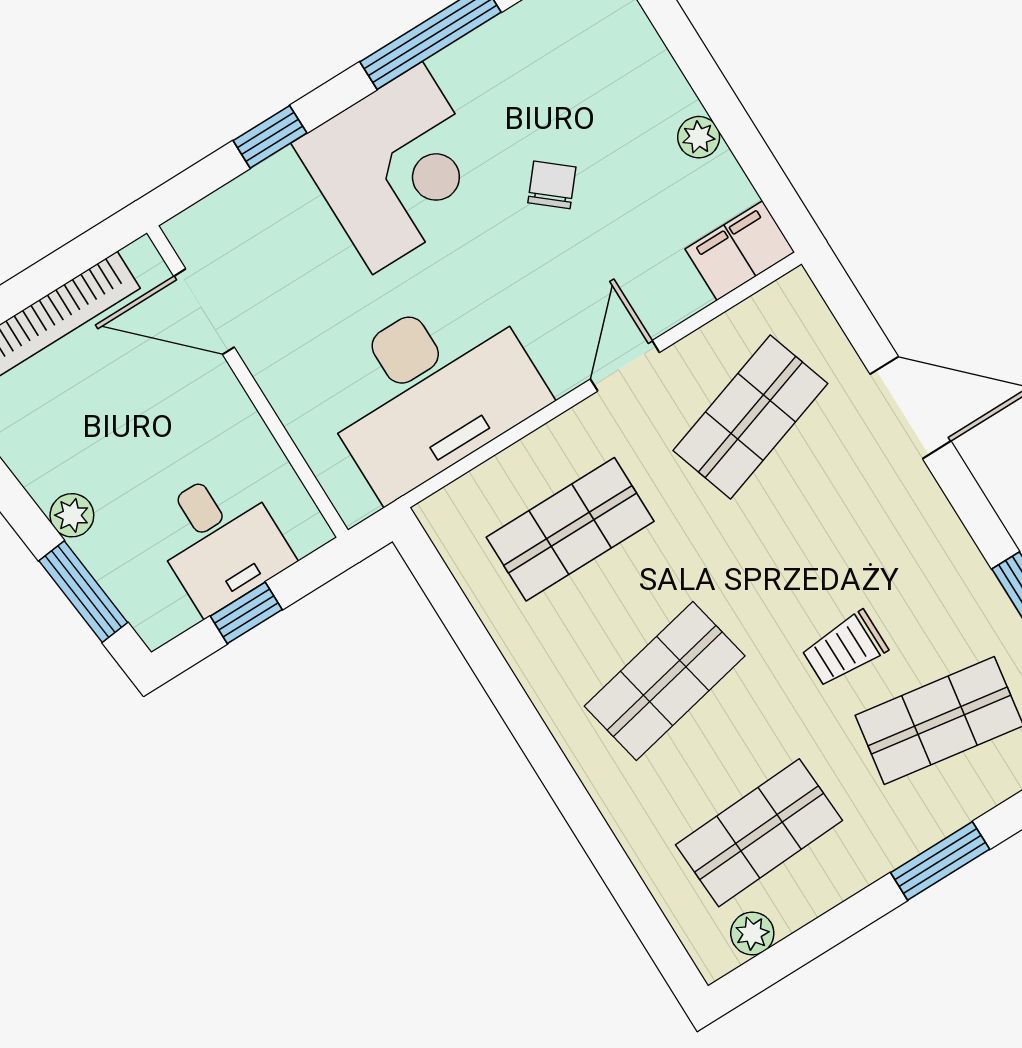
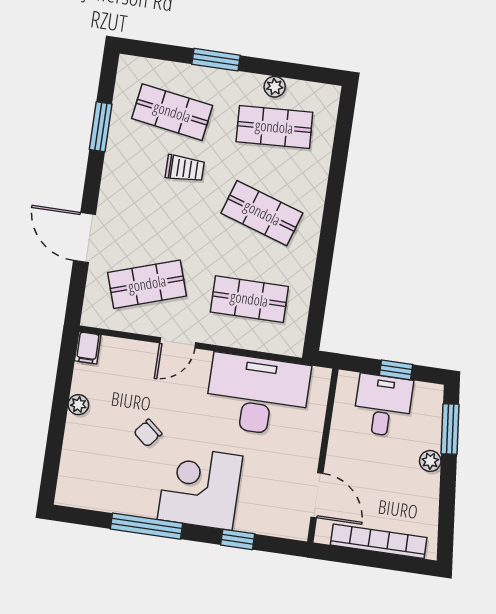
filing cabinet: (740, 251) -> (88, 348), width x0.50
shop shelf: (665, 681) -> (262, 213), turned 30
plant: (752, 933) -> (275, 87), moved

